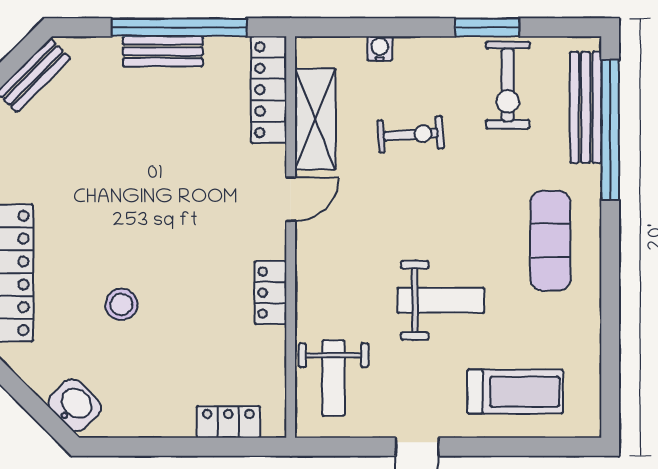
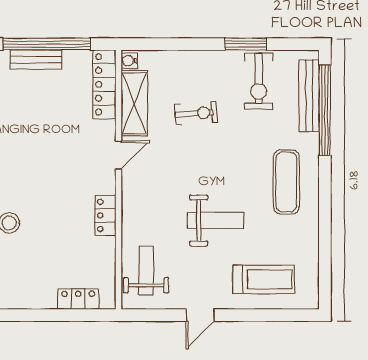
water cooler: (380, 49) -> (129, 61), moved, turned -90
weight bench: (334, 378) -> (146, 271), turned 180

